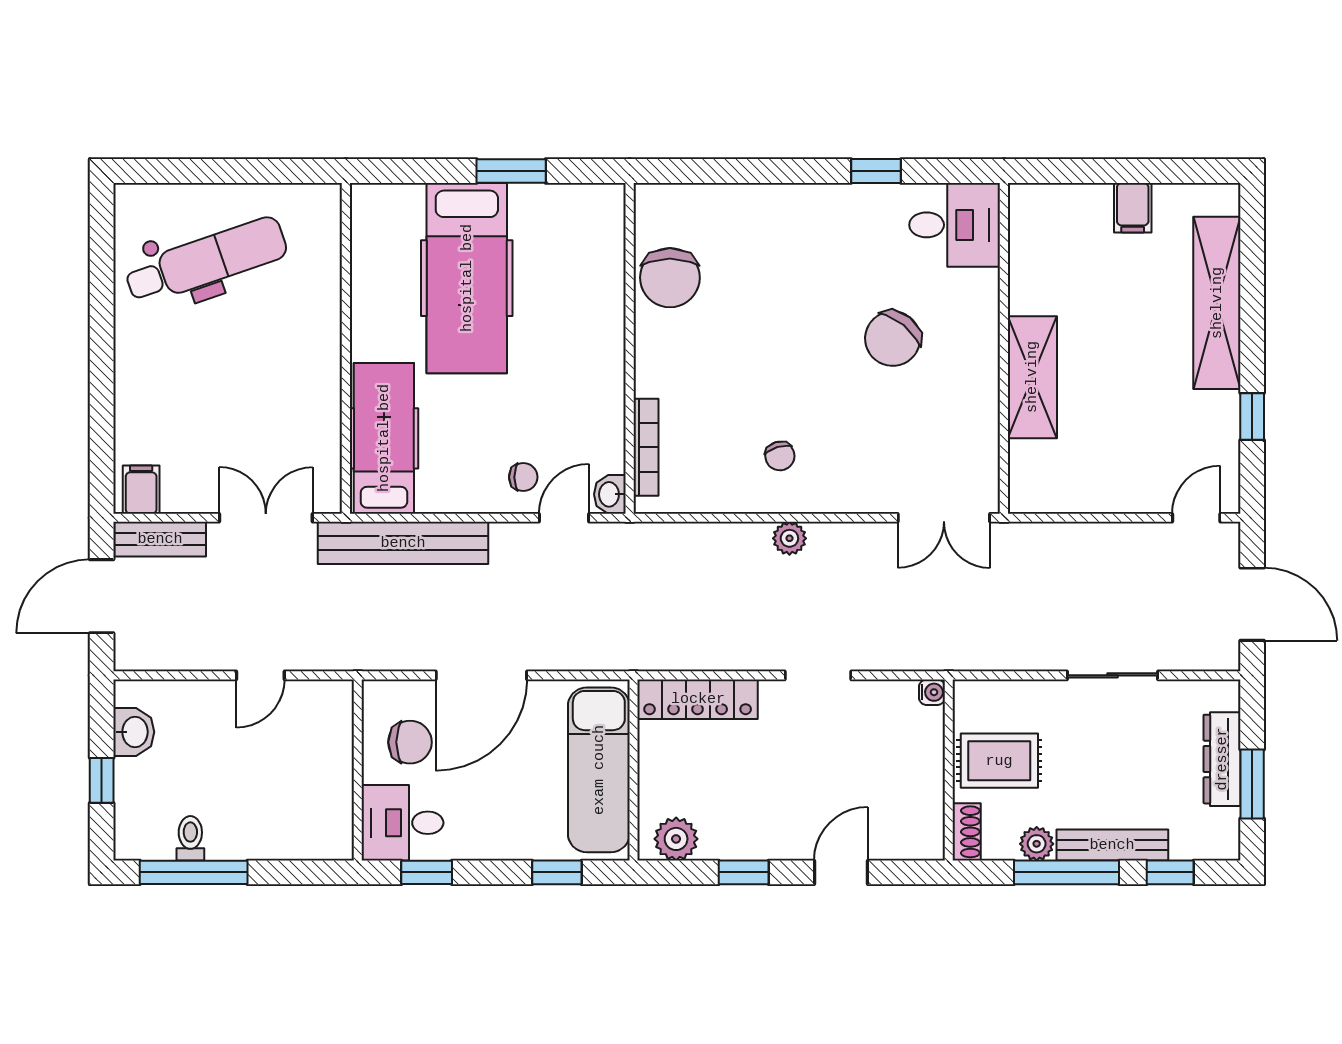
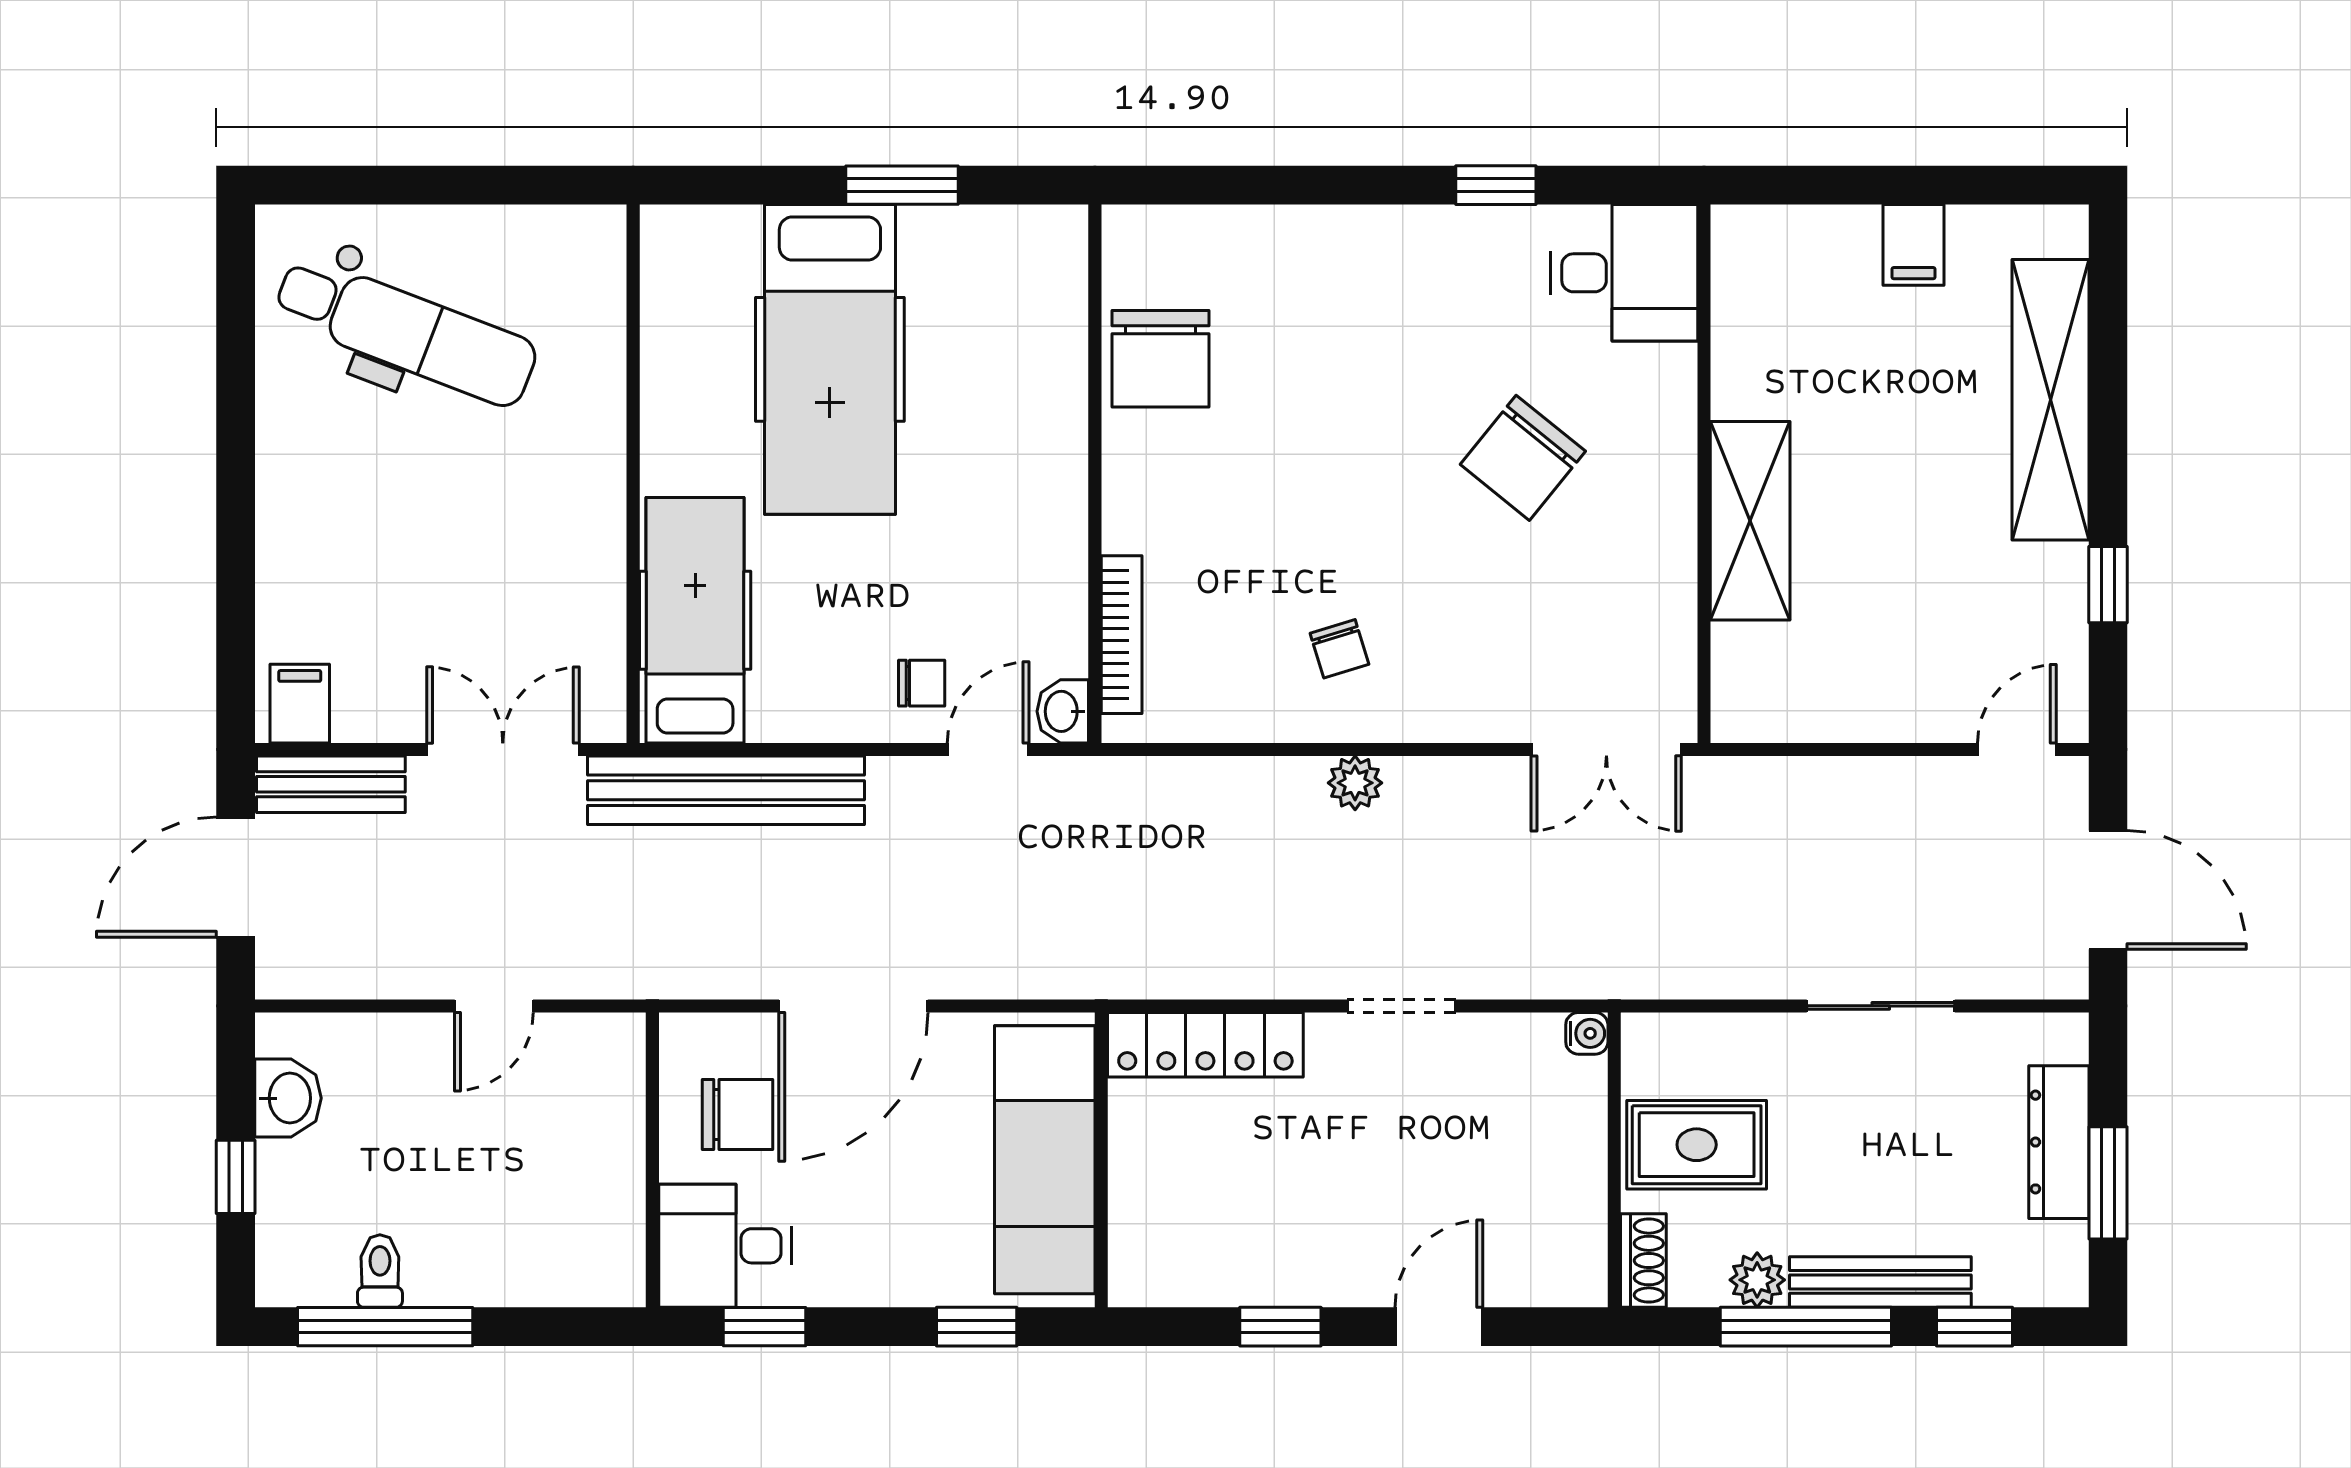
dental chair: (206, 261) -> (406, 331), turned 40
plant: (676, 839) -> (1170, 1272), removed

